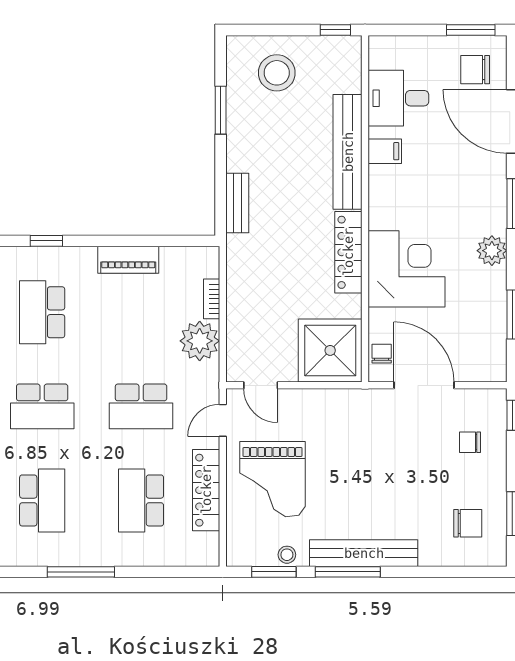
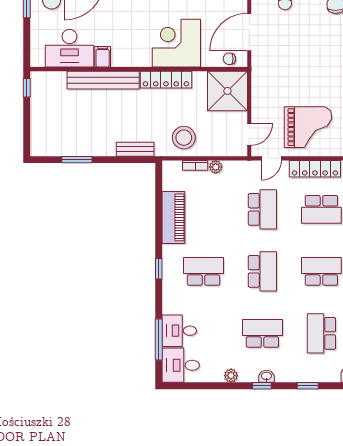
stool: (277, 73) -> (184, 138), moved
desk: (398, 98) -> (69, 48), width x1.37
piano: (128, 260) -> (173, 217), width x1.37, depth x1.33
school desk: (42, 312) -> (204, 271), turned 180
plant: (200, 341) -> (216, 167), width x0.53, depth x0.53
door: (223, 420) -> (271, 158), hinge flipped

